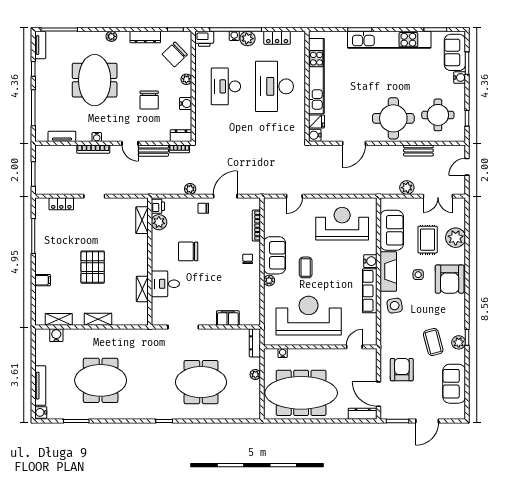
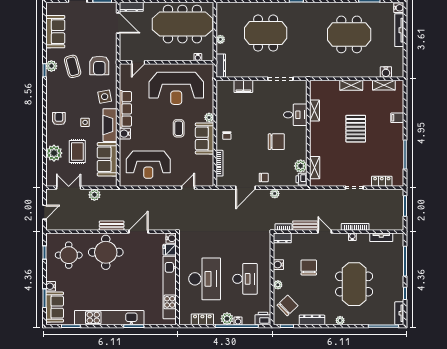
bench: (418, 150) -> (112, 226), moved
armchair: (450, 279) -> (59, 119), width x0.53, depth x0.53
armchair: (402, 370) -> (99, 65), moved

